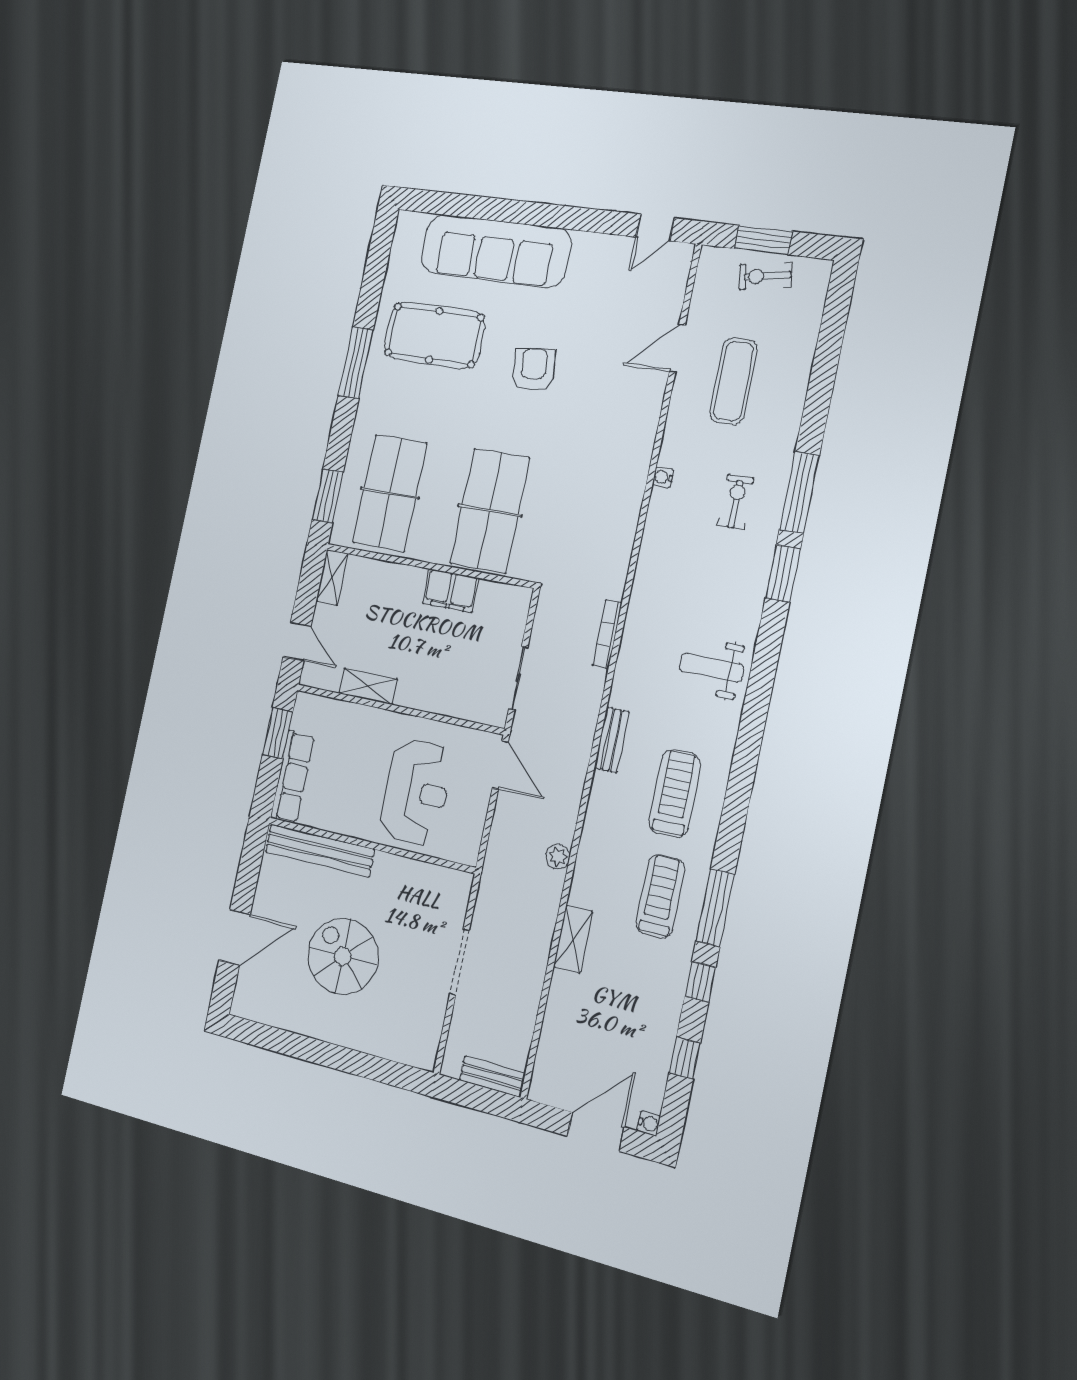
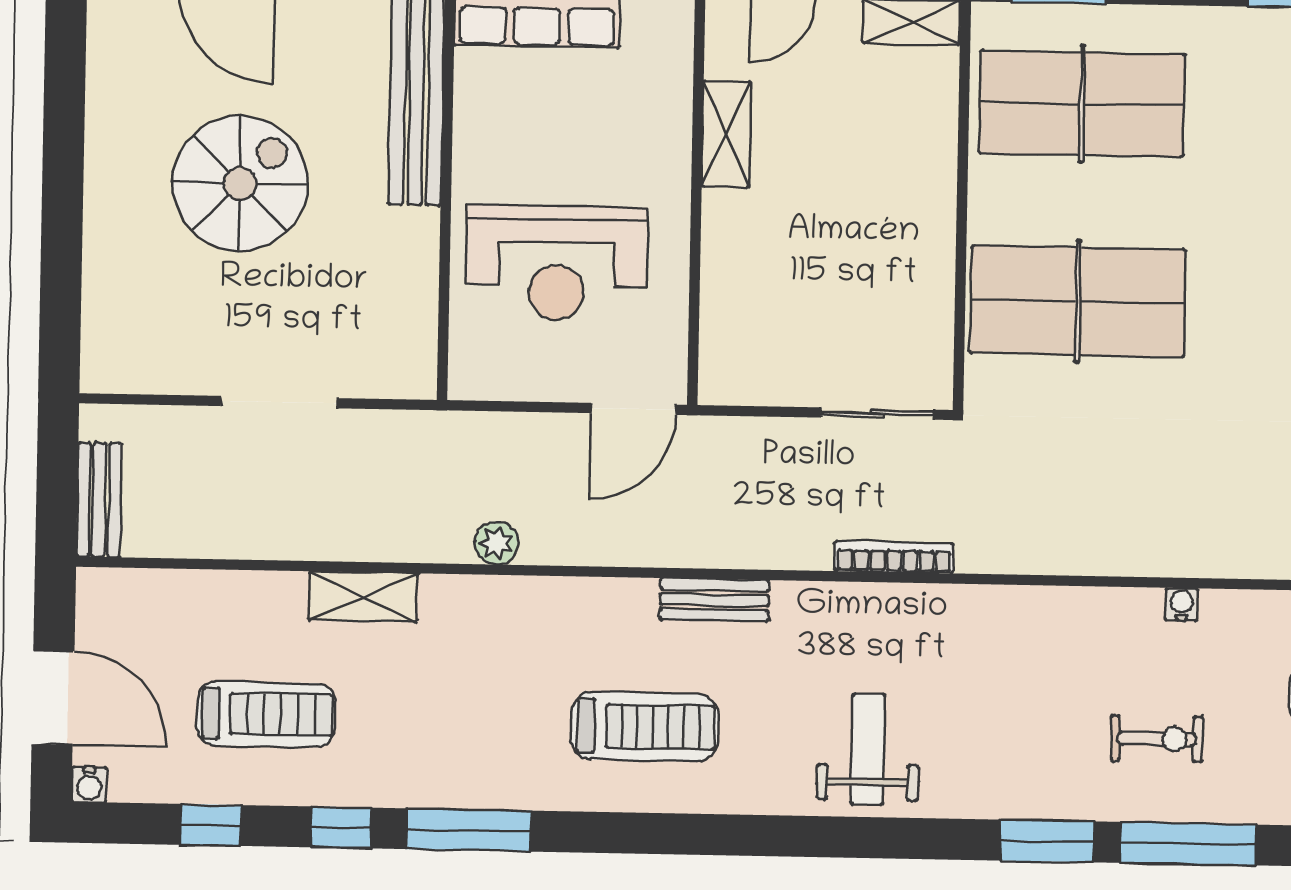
filing cabinet: (451, 591) -> (924, 256), removed
sliding door: (518, 678) -> (877, 414), moved
treadmill: (660, 896) -> (266, 714), moved

